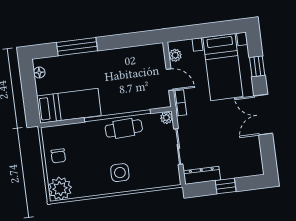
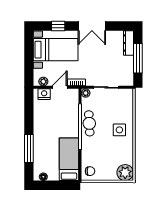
nightstand: (157, 59) -> (44, 94), added
chair: (58, 156) -> (90, 171), moved
dresser: (202, 175) -> (128, 43), moved
window: (226, 186) -> (138, 58), width x2.17

